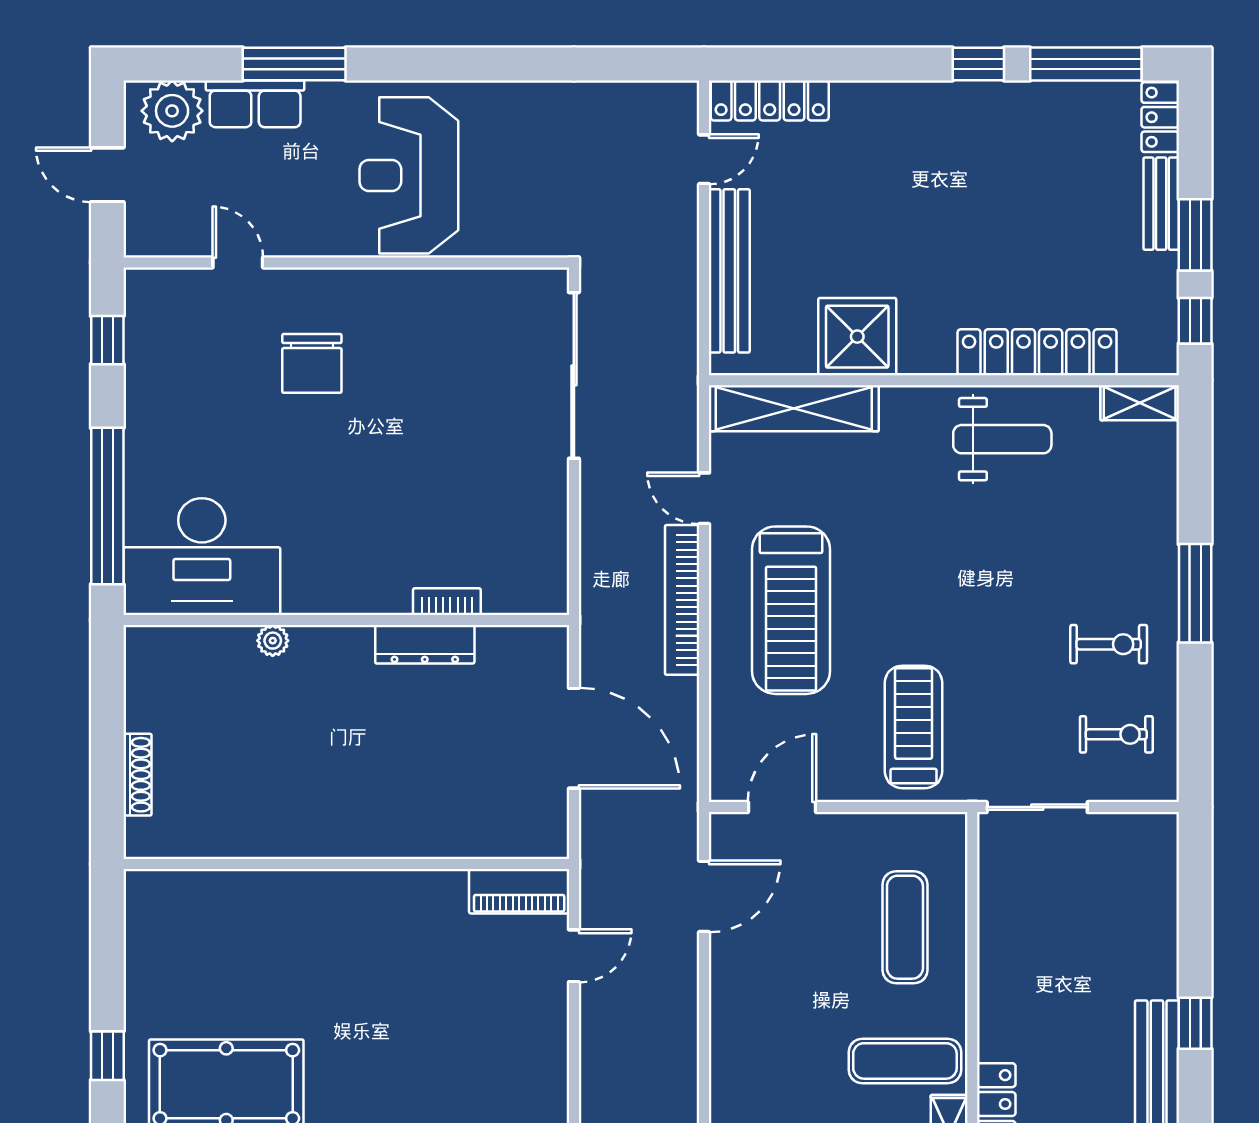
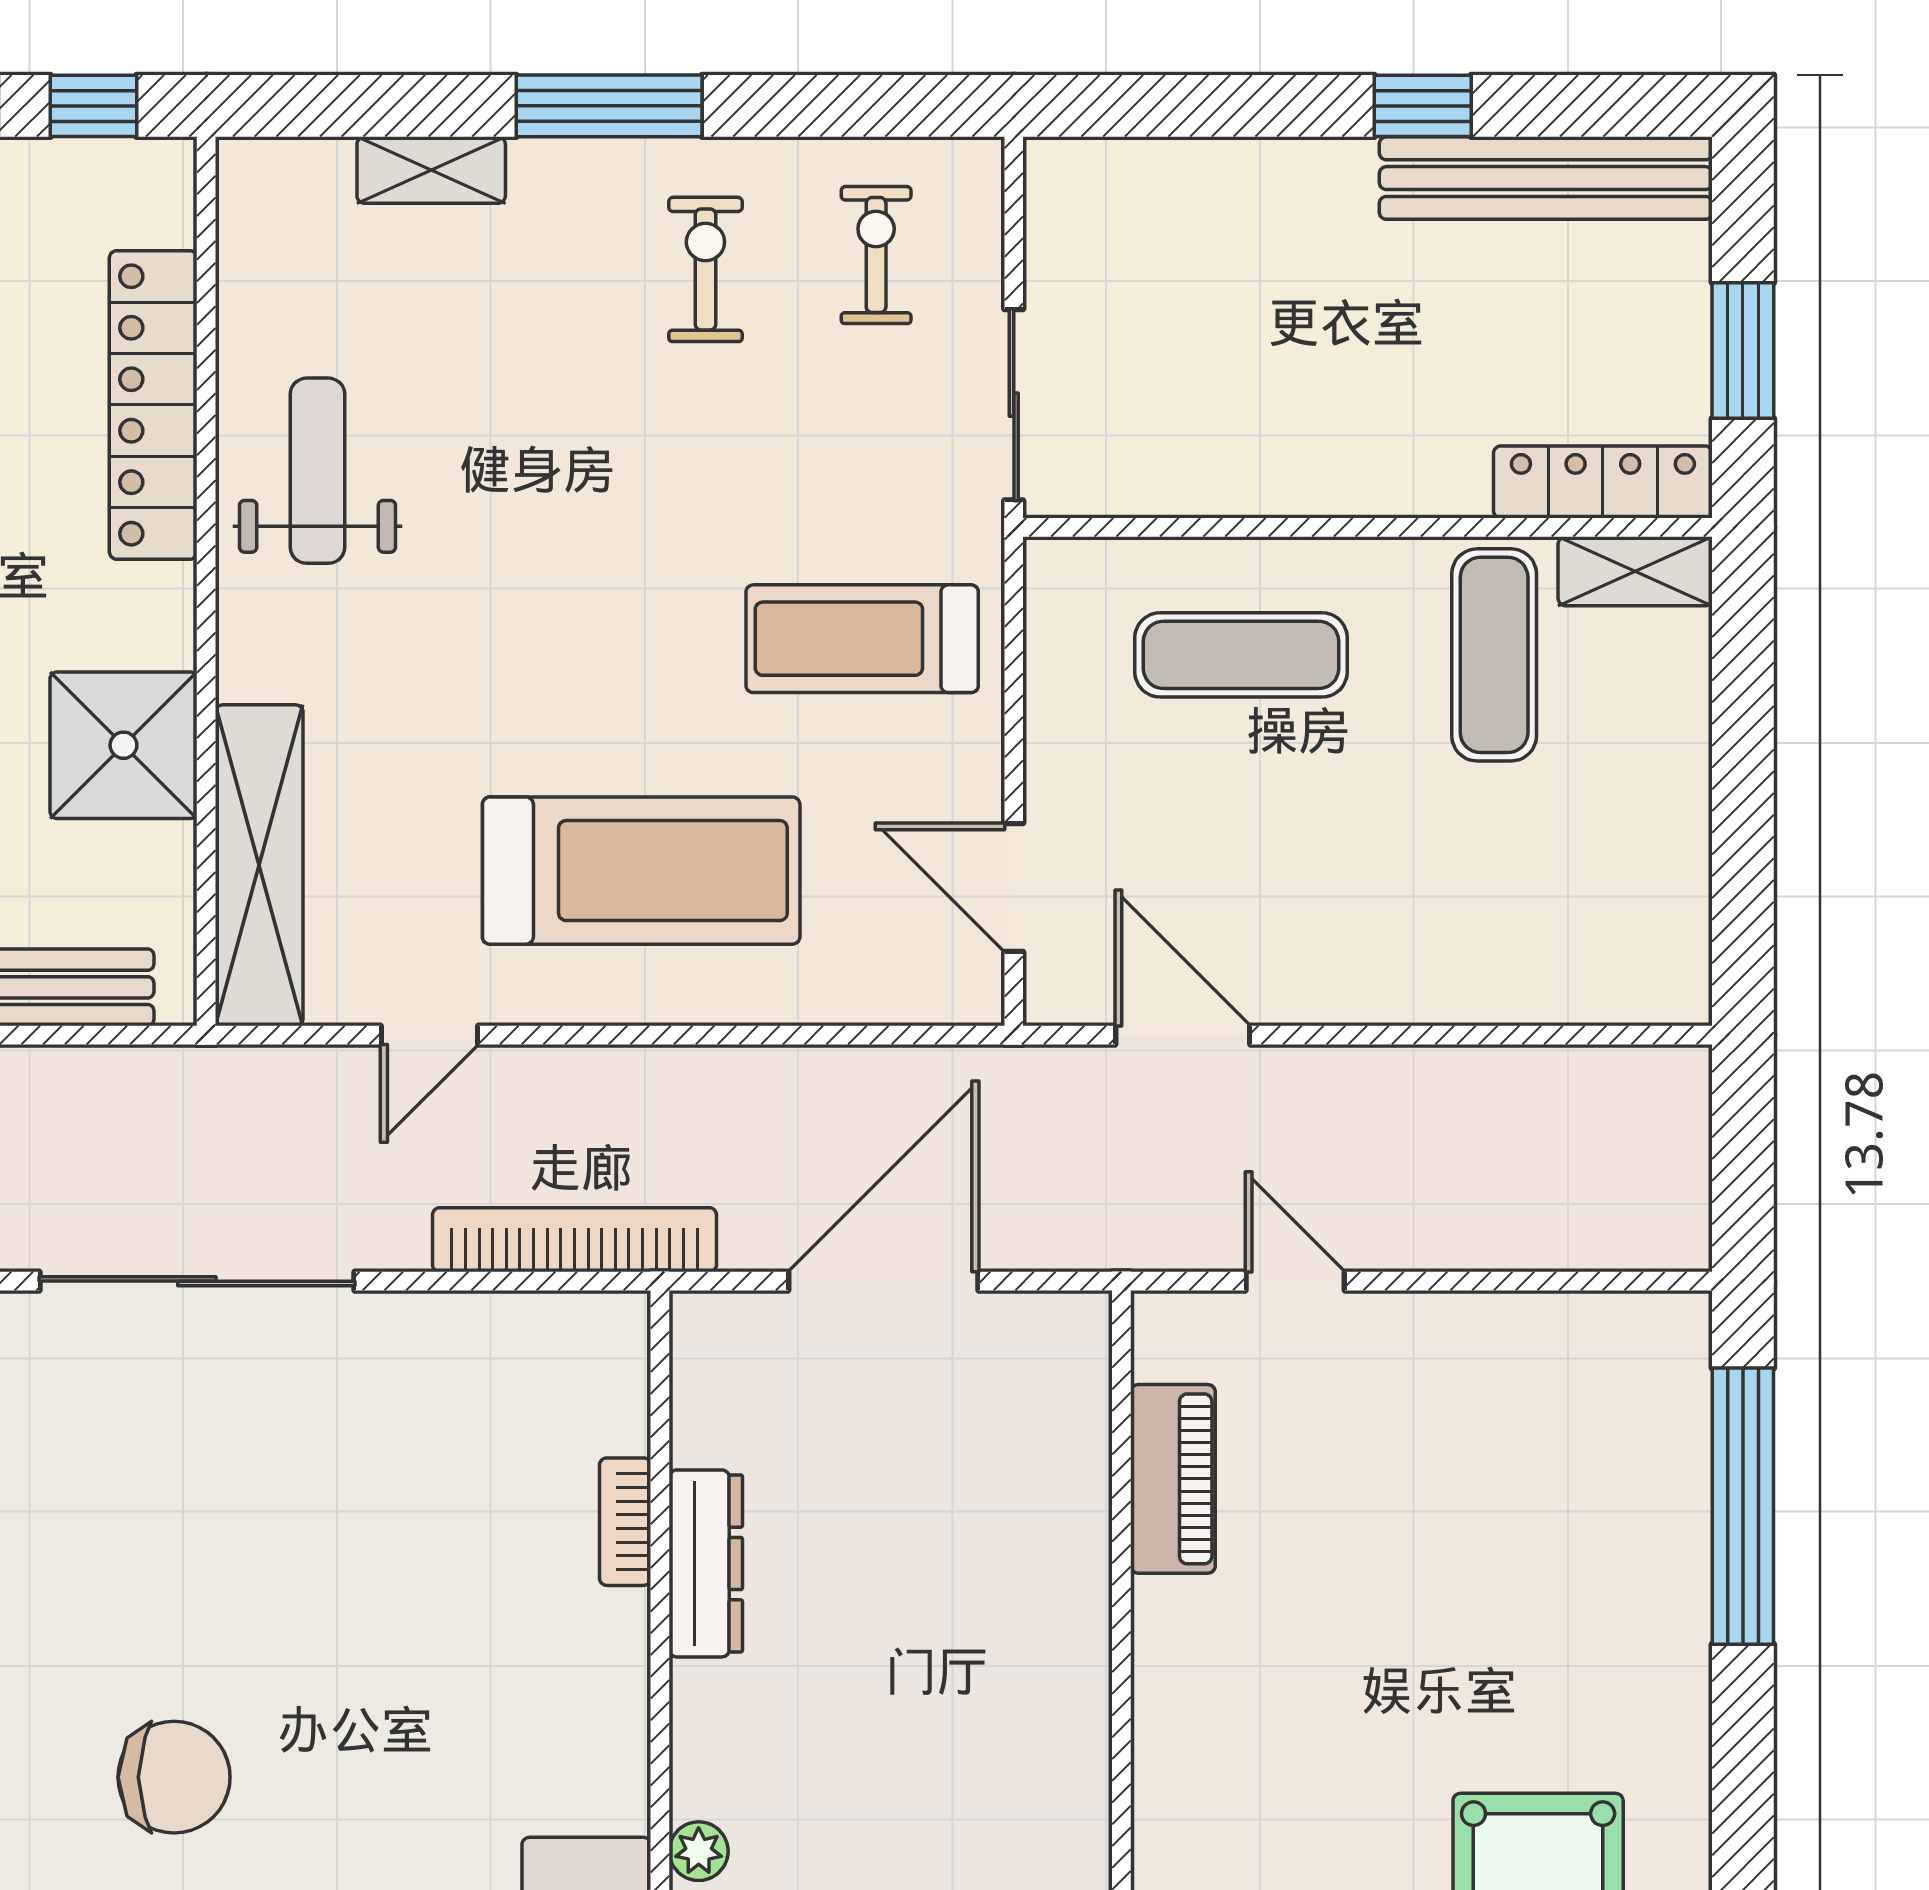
shelving: (1140, 403) -> (431, 170), moved, turned 90
bookcase: (682, 600) -> (574, 1240), moved, turned 180
piano: (519, 891) -> (1173, 1479), moved

